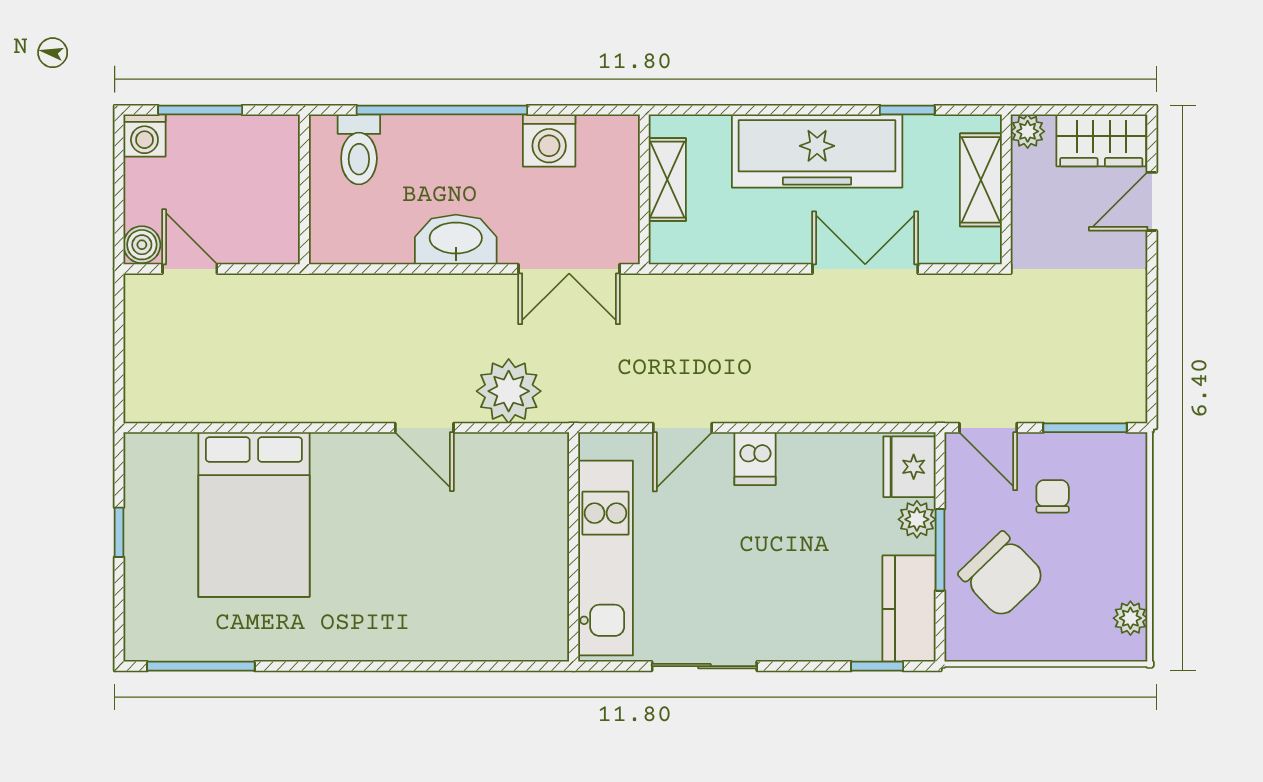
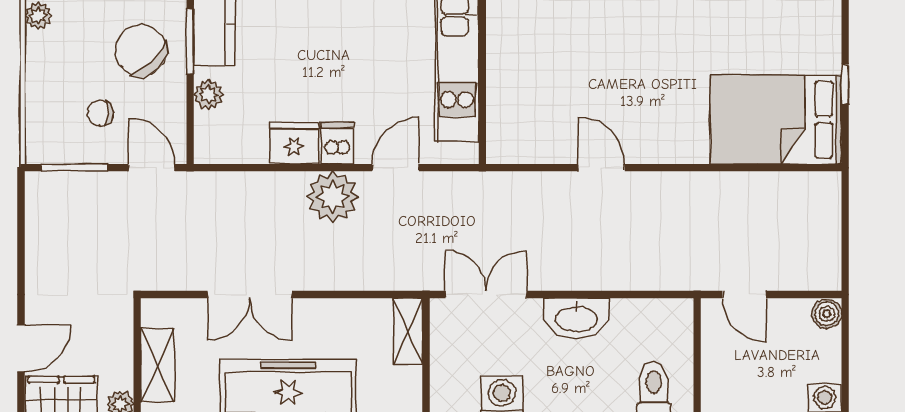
shelving: (667, 180) -> (408, 331), moved
door: (190, 269) -> (744, 294), moved
plant: (509, 391) -> (333, 197), moved
fridge: (909, 467) -> (294, 143), moved, turned -90
chair: (1053, 496) -> (100, 113), turned 90
bed: (254, 515) -> (776, 120), moved, turned -90
window: (940, 550) -> (190, 41), moved

